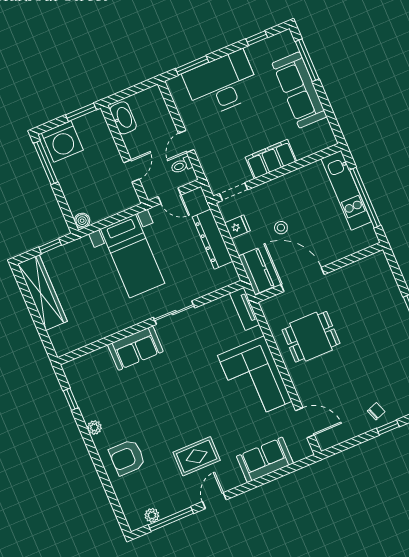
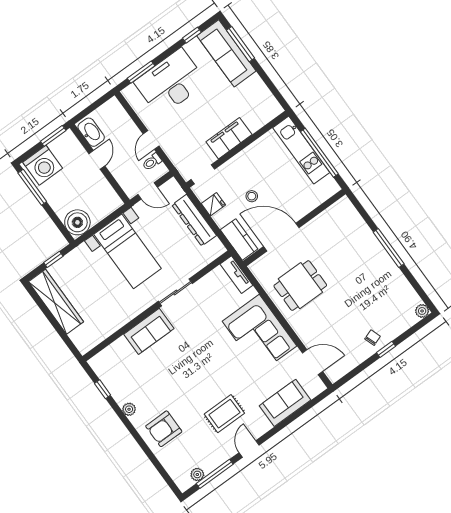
sofa: (299, 90) -> (226, 53), moved
door: (131, 171) -> (97, 160), moved
boiler: (82, 221) -> (77, 222), width x1.86, depth x1.86

